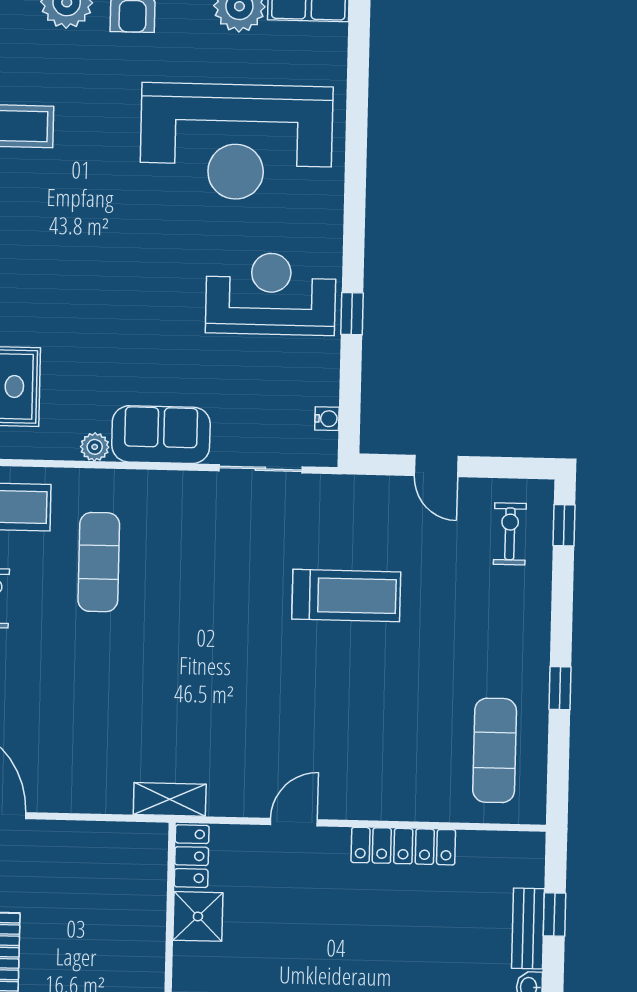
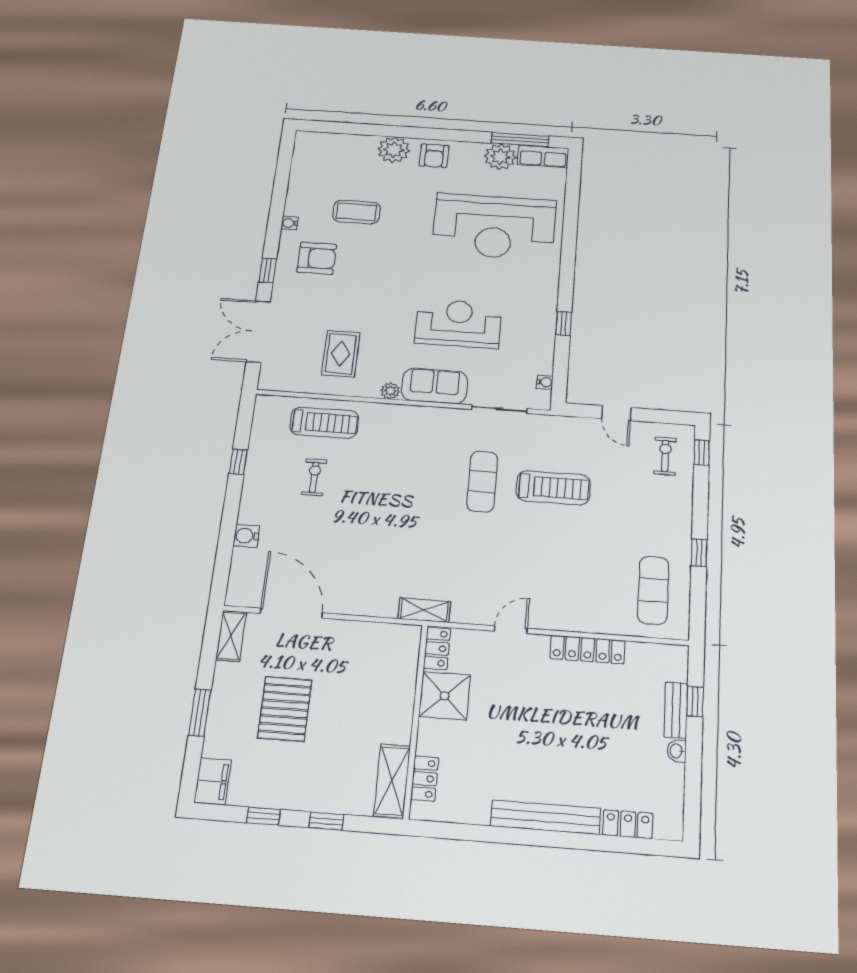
reception desk: (271, 294) -> (458, 323), moved
exercise mat: (99, 562) -> (482, 482), moved
shower: (198, 916) -> (445, 696), width x1.36, depth x1.36

